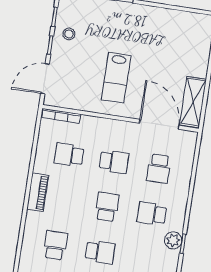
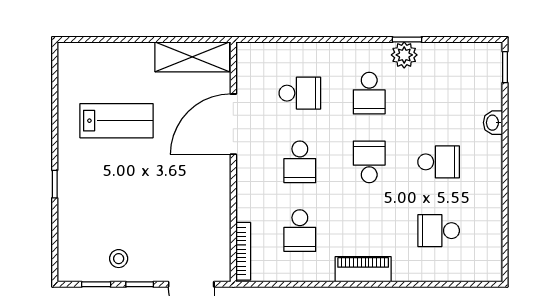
lab bench: (116, 78) -> (117, 121), moved
door: (159, 124) -> (233, 124), moved
school desk: (114, 162) -> (300, 162), turned 180
school desk: (107, 207) -> (369, 162), turned 90
school desk: (100, 252) -> (439, 162), turned 90

